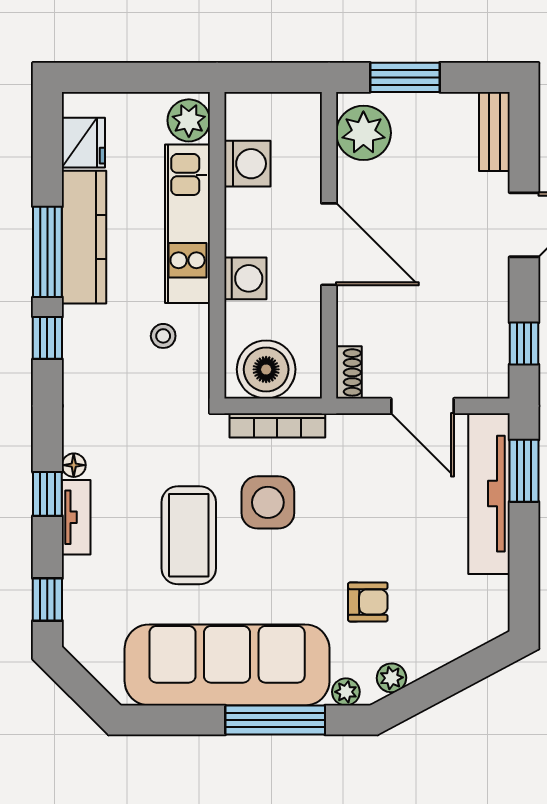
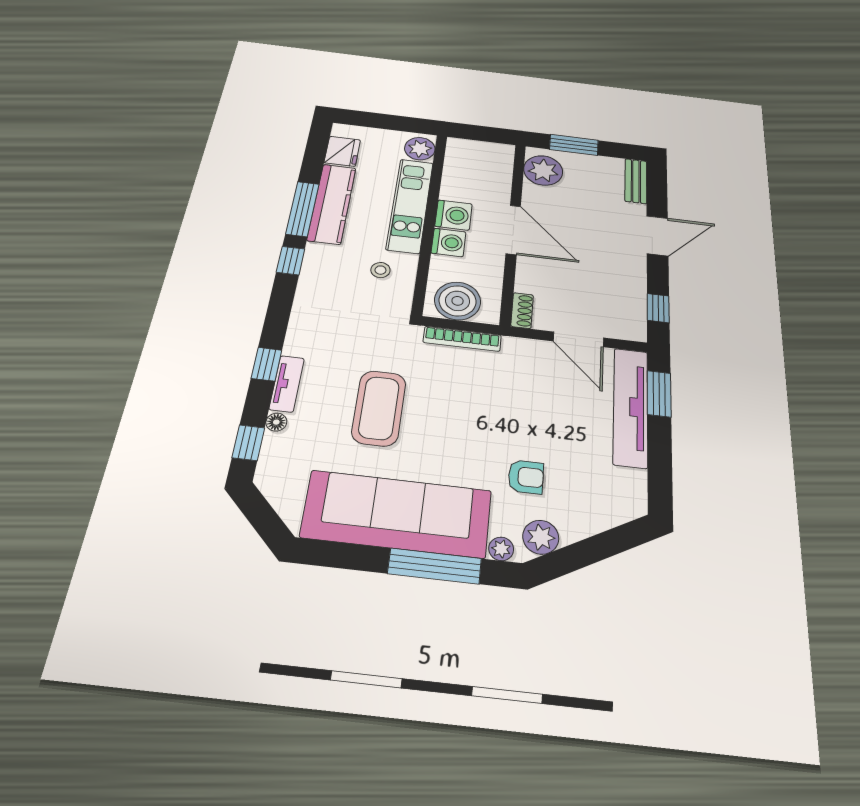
washing machine: (247, 164) -> (454, 215), moved
floor lamp: (74, 465) -> (276, 422), moved
side table: (268, 502) -> (448, 392), removed
plant: (391, 678) -> (541, 537), width x1.38, depth x1.38

